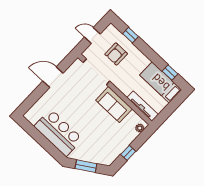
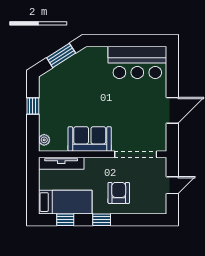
window: (130, 35) -> (102, 220), moved
armchair: (116, 54) -> (119, 193), moved
bar counter: (58, 133) -> (137, 62), moved

